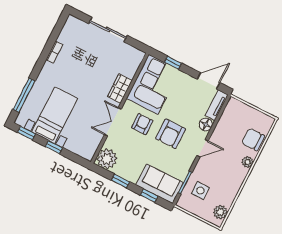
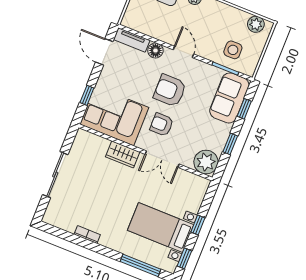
armchair: (171, 134) -> (170, 90), turned 180

